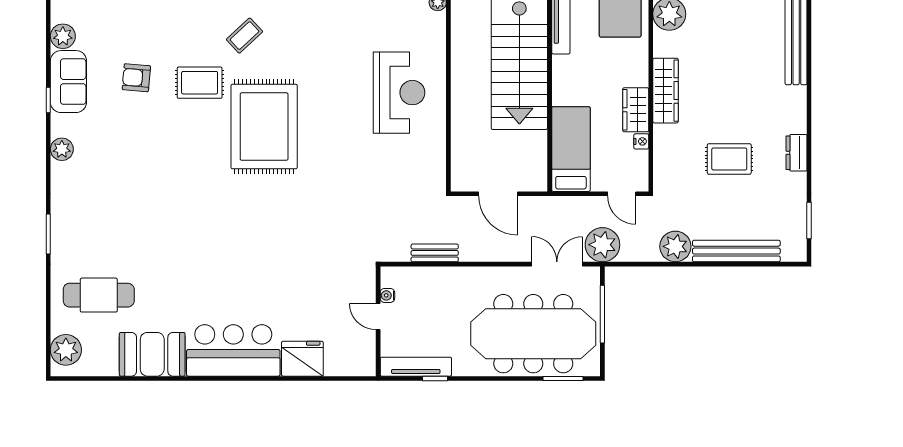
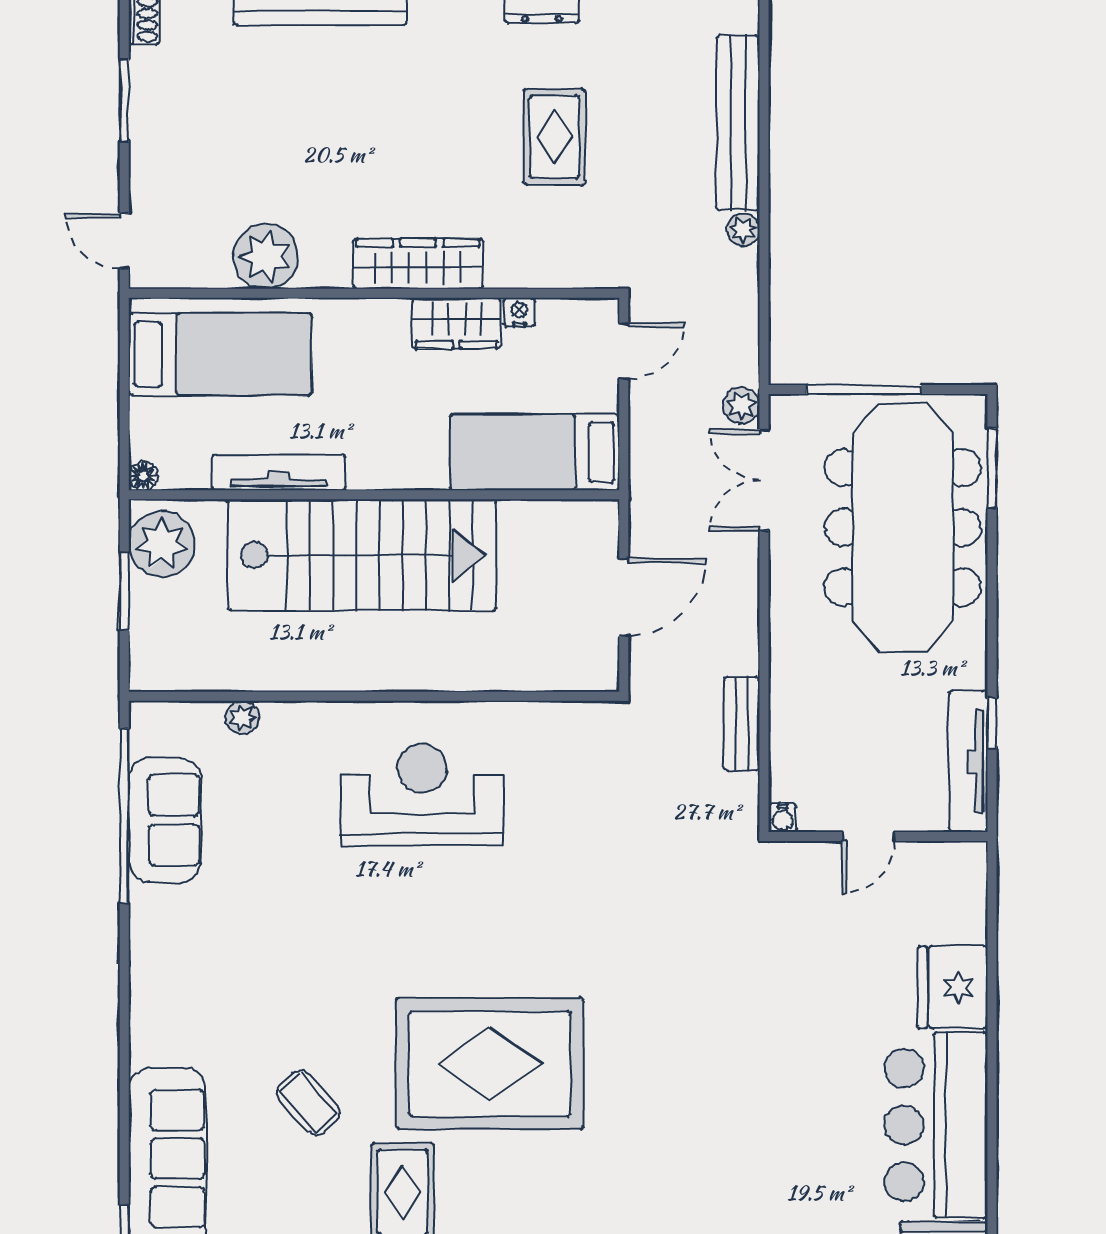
plant: (602, 245) -> (741, 405), width x0.53, depth x0.53
plant: (675, 246) -> (743, 230), width x0.53, depth x0.53
water cooler: (387, 295) -> (783, 818), moved

